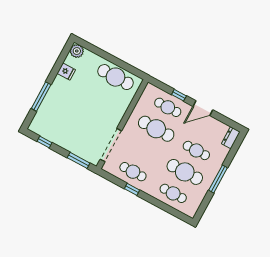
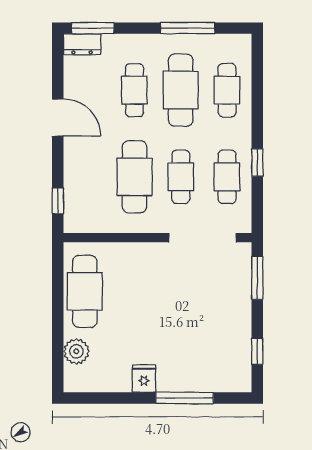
plant: (77, 51) -> (76, 351), moved
fridge: (66, 72) -> (144, 379), moved
window: (179, 95) -> (58, 201), moved
cafe table: (168, 107) -> (181, 177), moved
window: (236, 147) -> (93, 28), added
window: (218, 179) -> (188, 28), moved

